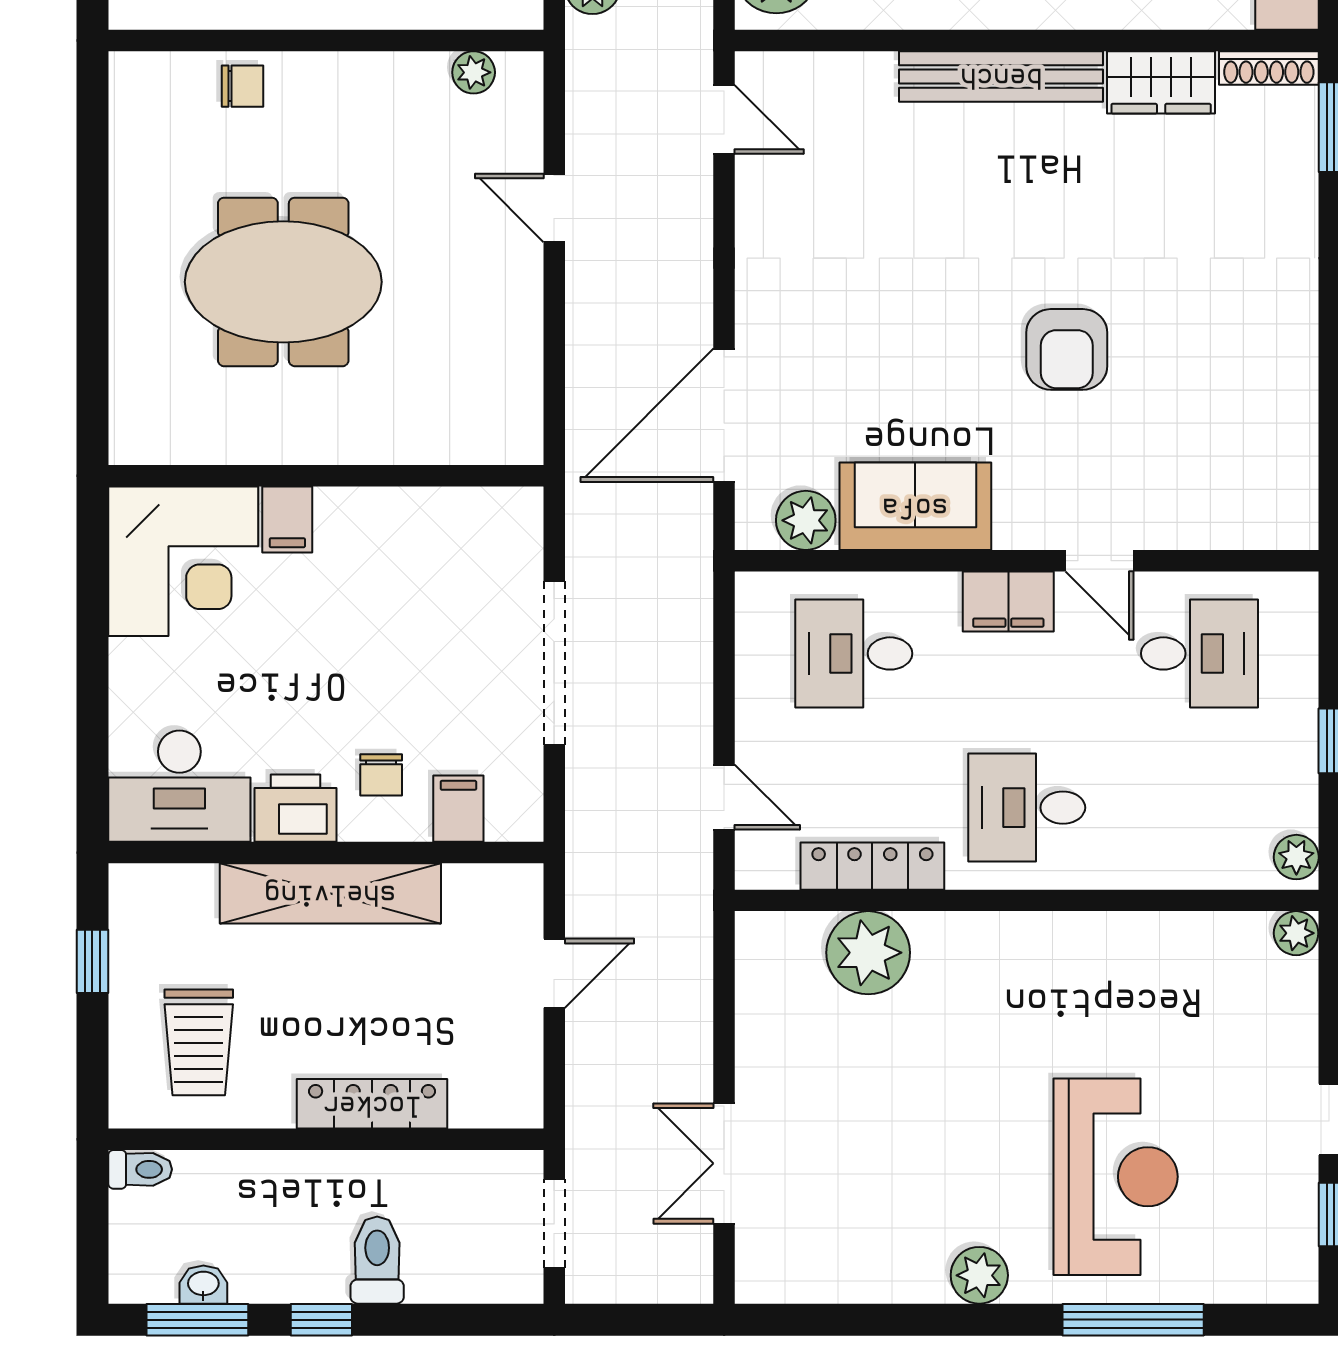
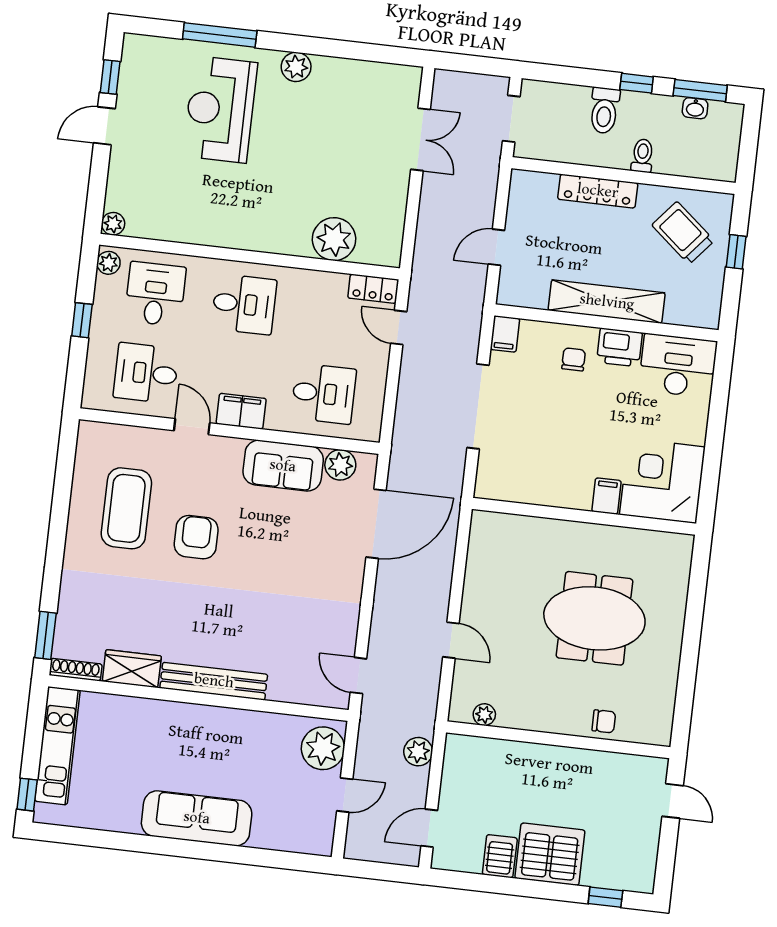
chair: (242, 86) -> (604, 721), turned 180
coffee table: (1207, 389) -> (126, 508), added
desk: (1199, 808) -> (155, 294), added
filing cabinet: (458, 809) -> (505, 334), moved
locker: (872, 866) -> (373, 289), moved, width x0.66
window: (92, 961) -> (736, 252), moved
trolley: (199, 1042) -> (683, 233), turned -50
toilet: (140, 1169) -> (642, 156), moved, turned 90

